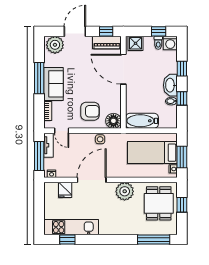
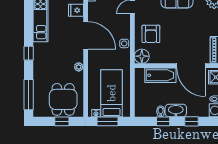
door: (123, 69) -> (191, 66), swing flipped
bathtub: (142, 121) -> (160, 75), moved, turned 90
plant: (125, 191) -> (79, 67), width x0.53, depth x0.53
dining table: (159, 203) -> (63, 99), turned 90
window: (67, 240) -> (29, 53), moved

